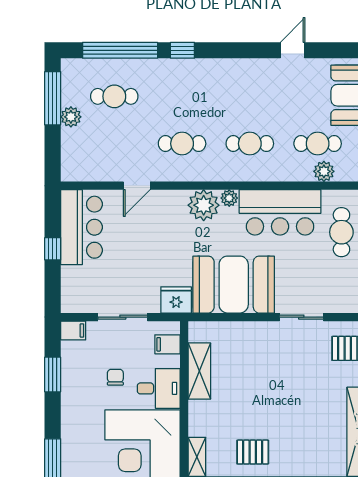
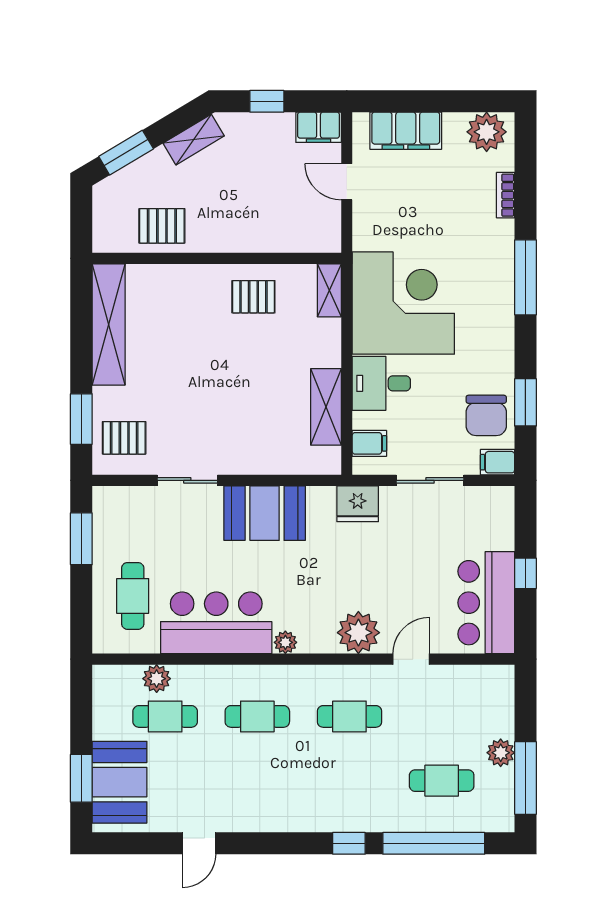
plant: (204, 205) -> (358, 633), moved
booth: (234, 285) -> (265, 513), width x0.73, depth x0.70
chair: (115, 377) -> (486, 415), moved, width x1.87, depth x1.87

